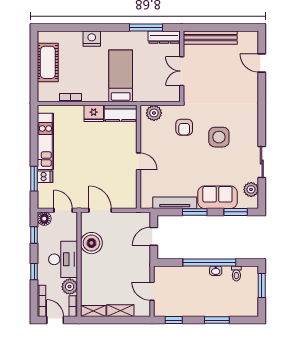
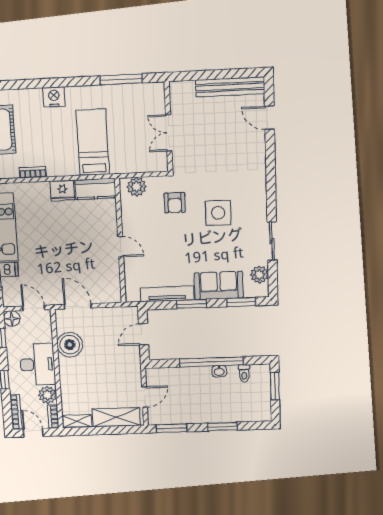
dresser: (164, 37) -> (145, 91), removed
bench: (210, 38) -> (230, 87), moved
door: (152, 291) -> (145, 397), swing flipped
shelving: (120, 311) -> (116, 417), width x1.50, depth x1.33
window: (174, 320) -> (172, 428), width x1.50

